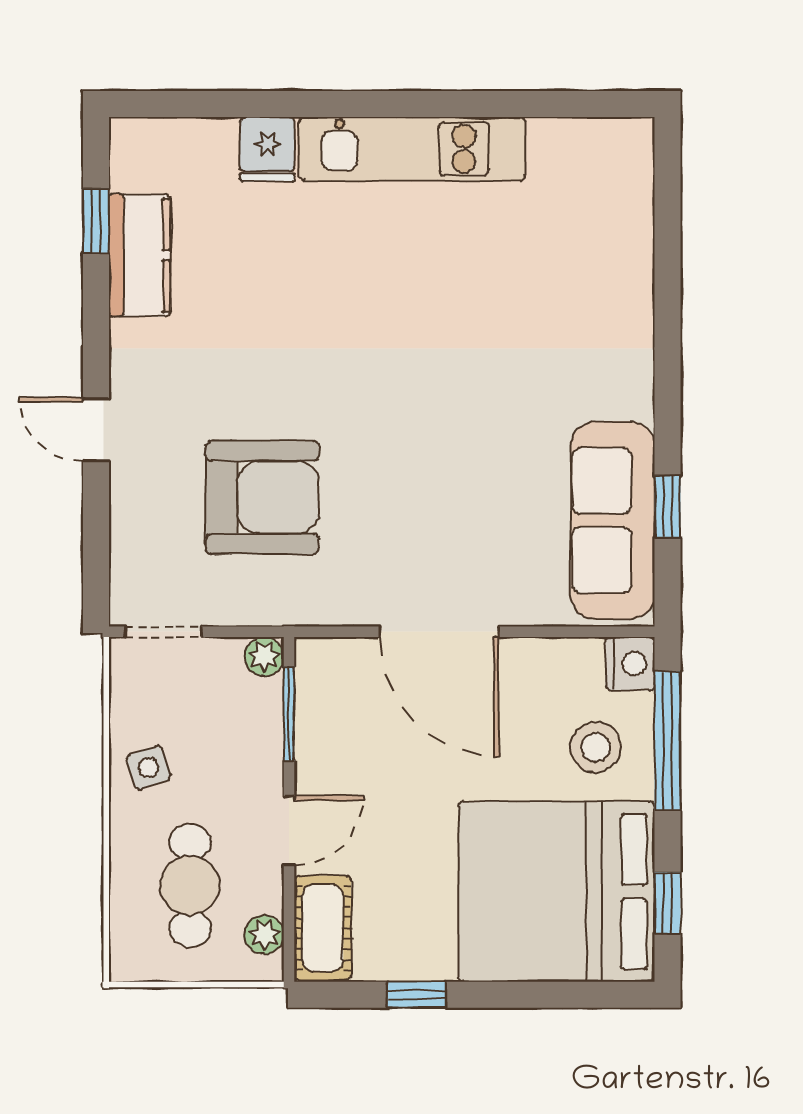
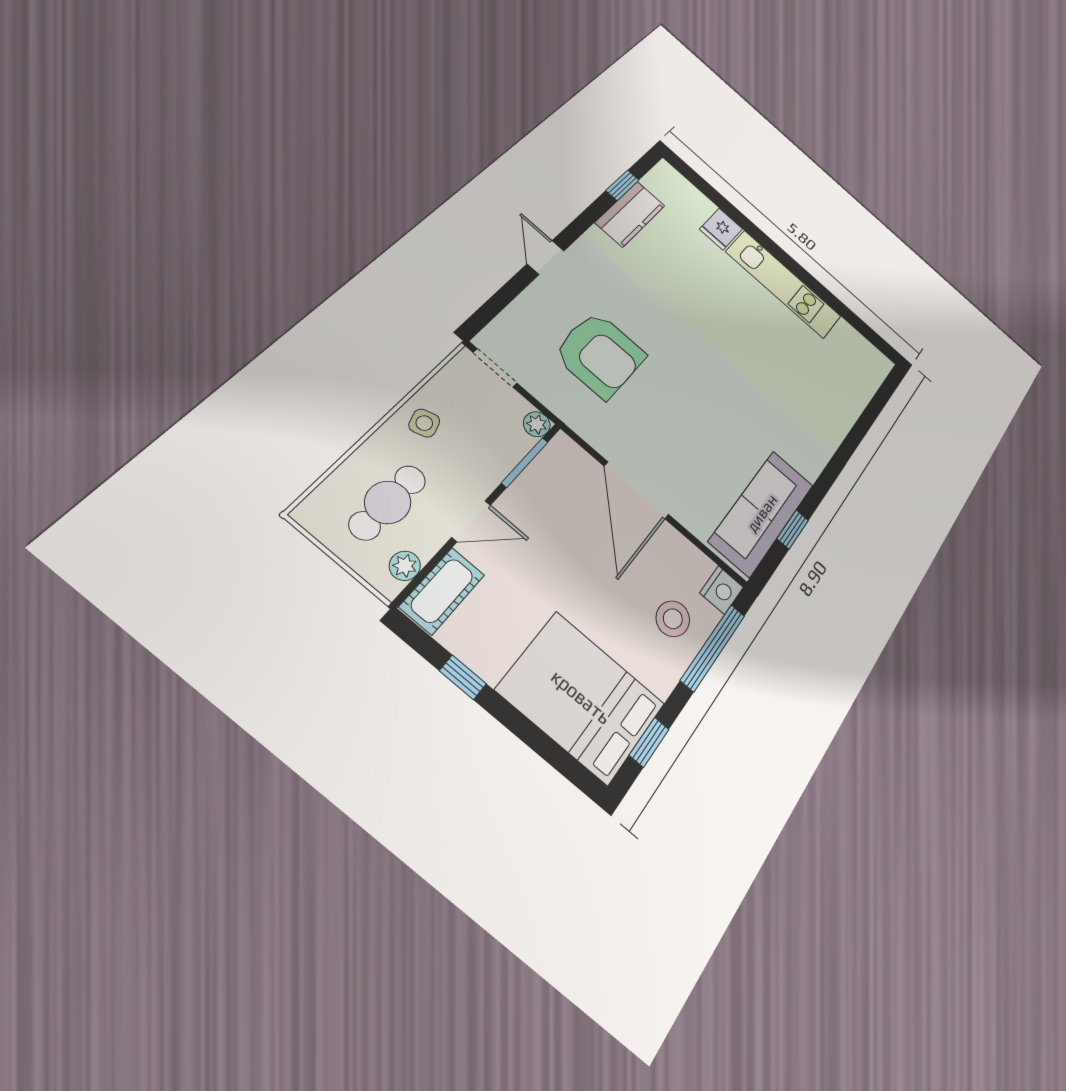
bed: (556, 892) -> (581, 697), width x0.73

